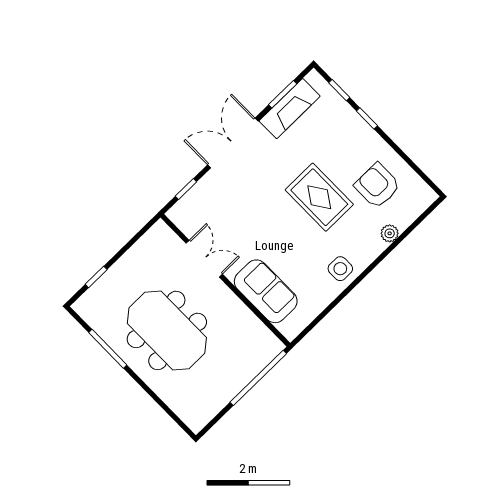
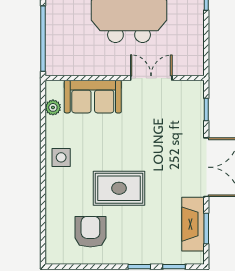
armchair: (377, 186) -> (90, 232), turned -90
plant: (390, 233) -> (53, 107), moved
double door: (204, 259) -> (151, 78), swing flipped

